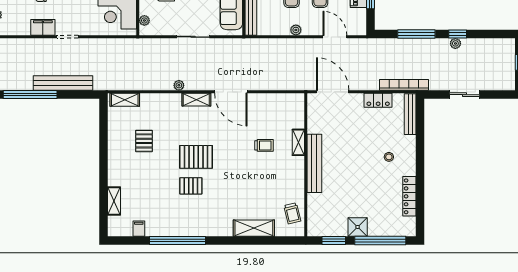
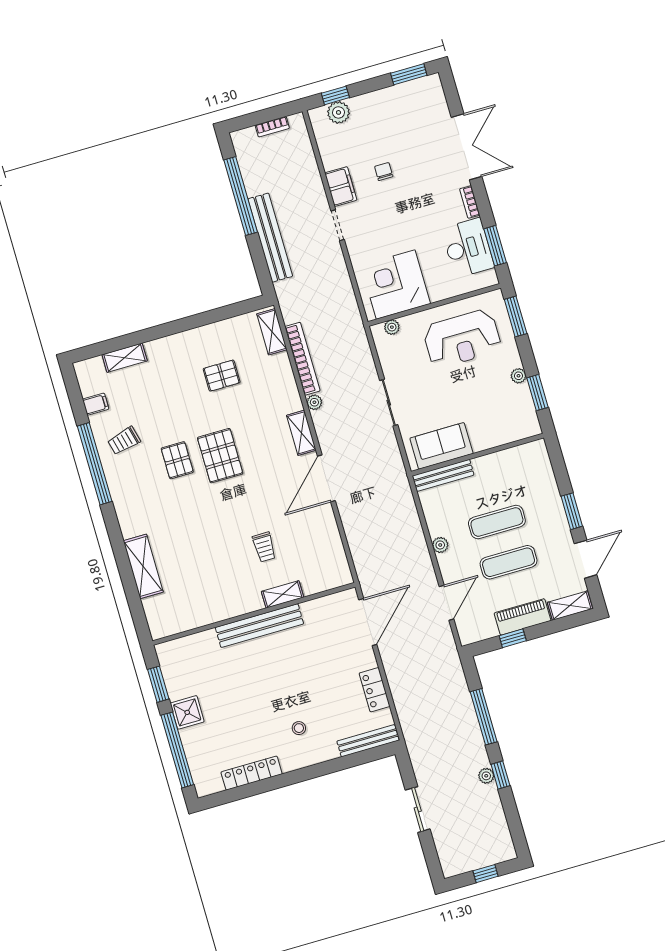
bookcase: (404, 85) -> (302, 359), moved
trolley: (292, 213) -> (124, 441), moved

